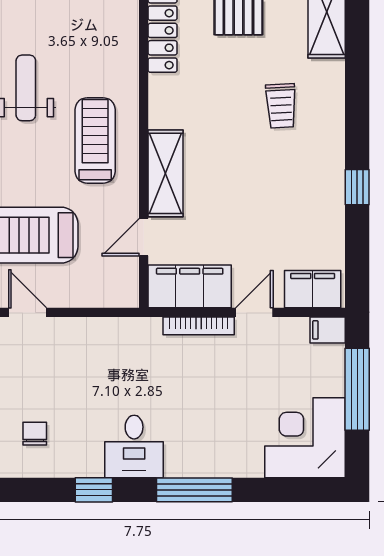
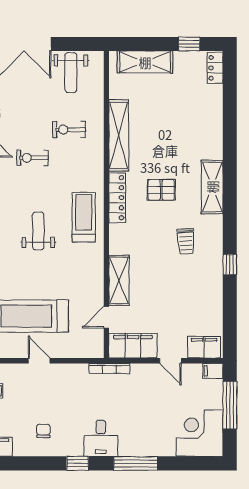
treadmill: (95, 140) -> (84, 217), moved
window: (357, 187) -> (230, 265), moved
door: (254, 312) -> (170, 361), swing flipped
bookcase: (199, 326) -> (109, 369), moved

